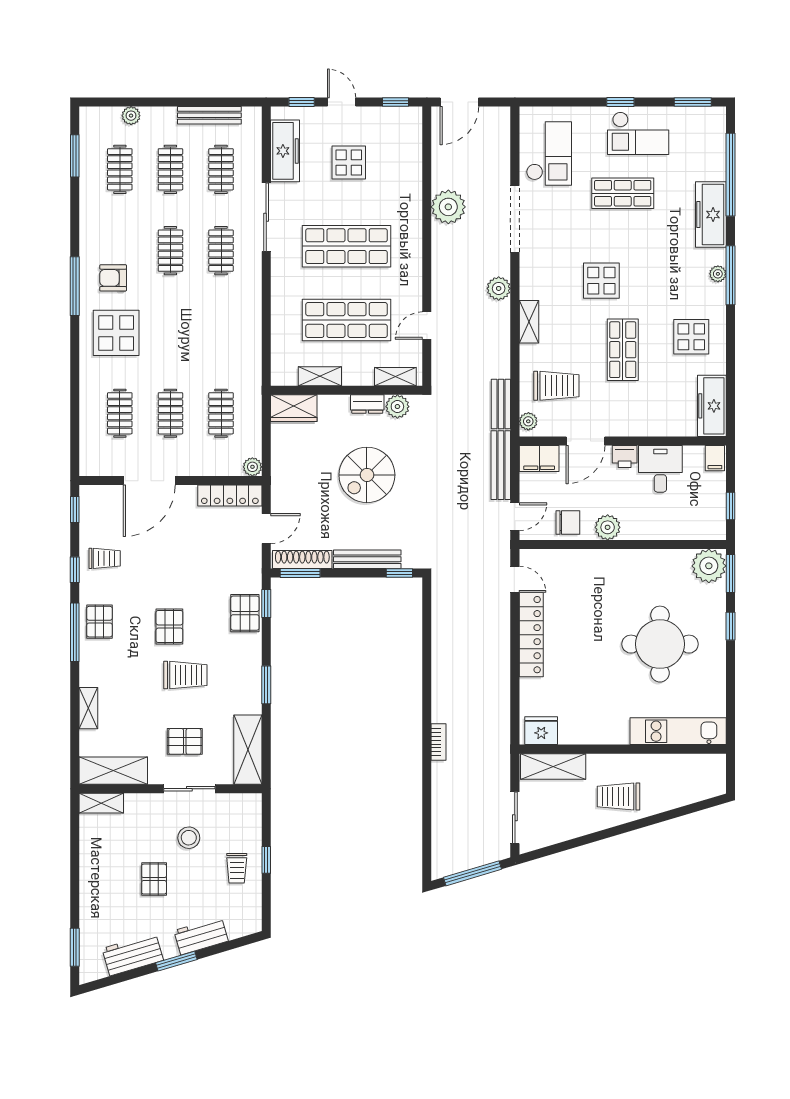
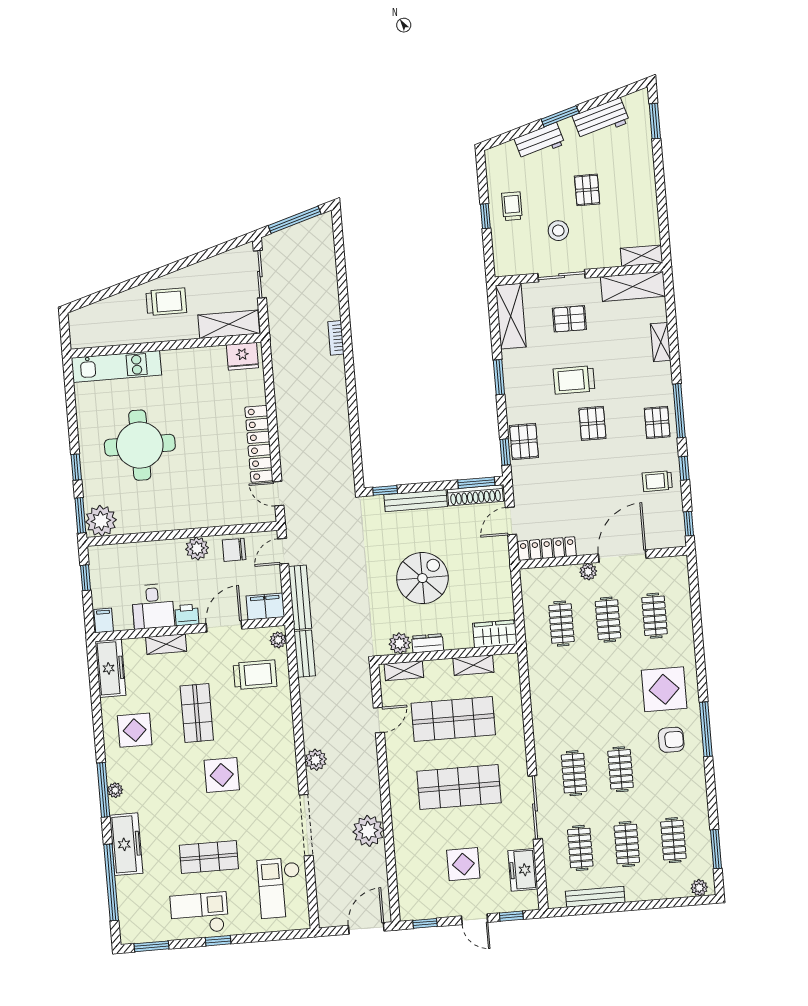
plant: (131, 116) -> (699, 888), moved
freezer: (285, 151) -> (523, 870), width x0.71
shelving: (529, 322) -> (166, 644), moved, turned 90
trolley: (556, 386) -> (255, 675), turned 180
plant: (252, 467) -> (588, 572), moved

